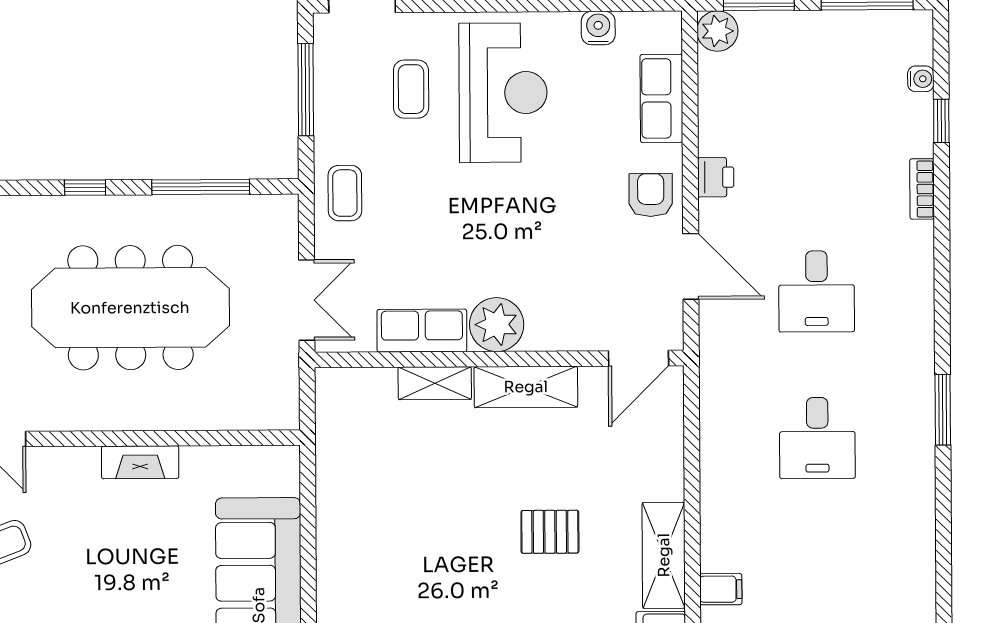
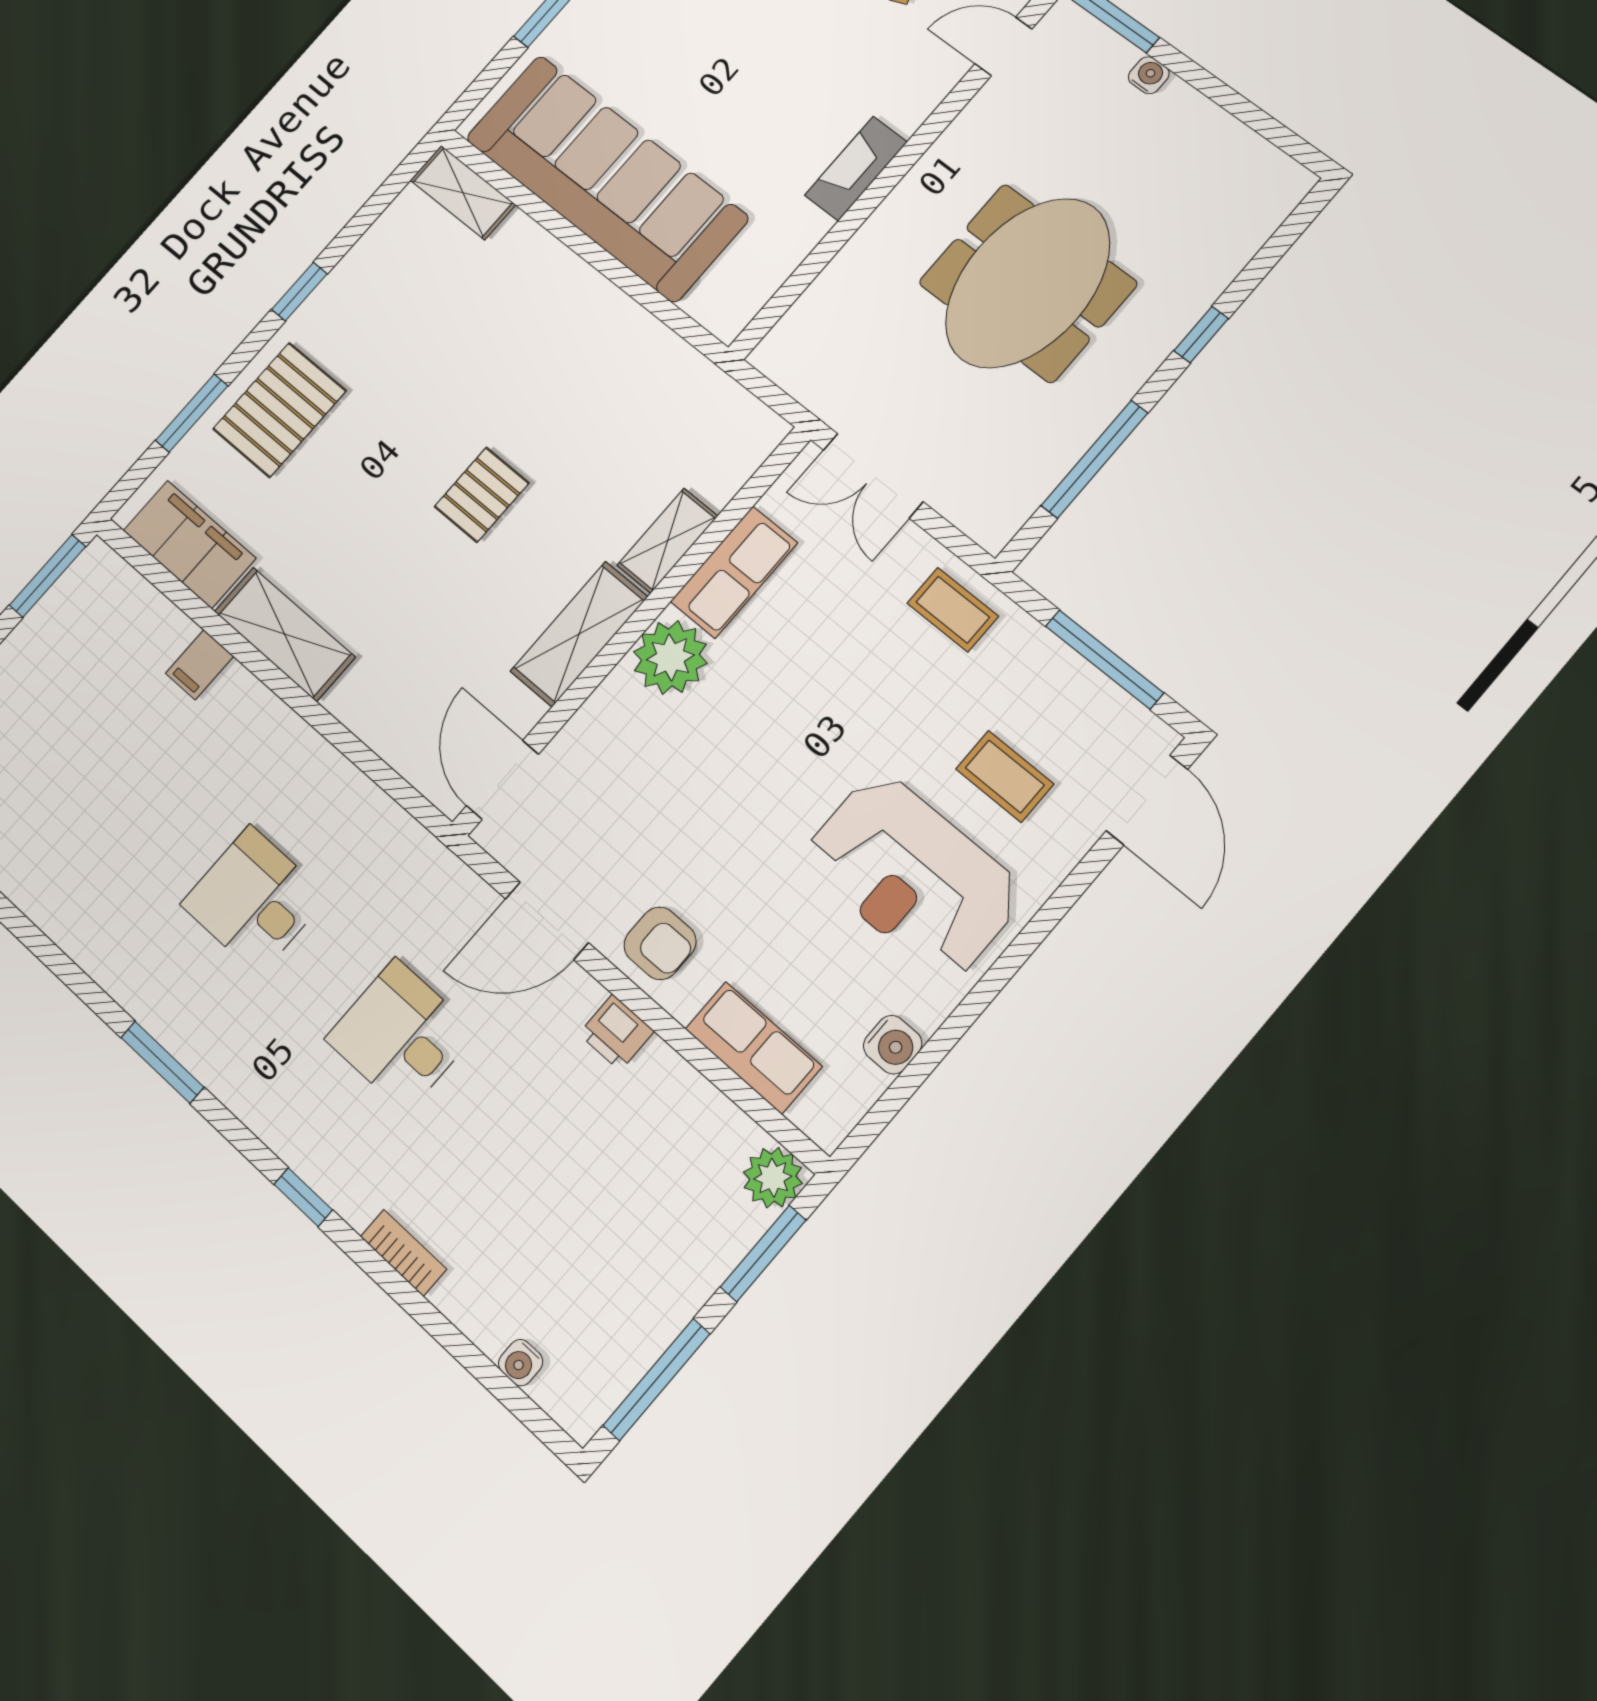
window: (941, 121) -> (303, 1197), moved
meeting table: (130, 308) -> (1028, 283), width x0.73
pallet: (550, 532) -> (482, 495), moved

